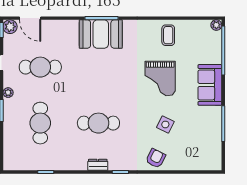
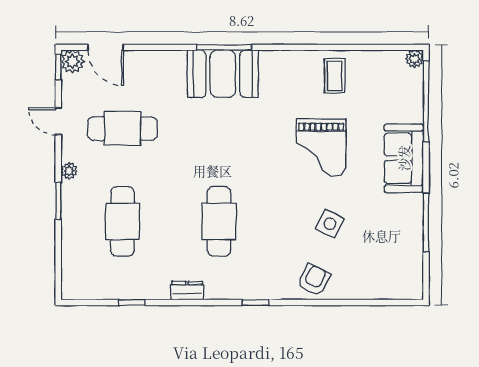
cafe table: (98, 123) -> (219, 221), turned 90
dresser: (98, 165) -> (187, 291), moved

